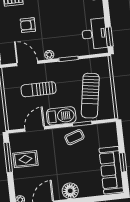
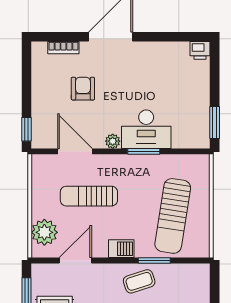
armchair: (28, 25) -> (83, 89), turned 90
desk: (94, 34) -> (146, 129), moved, turned 90
plant: (14, 114) -> (44, 232), added
barbecue: (61, 116) -> (121, 249), width x0.53, depth x0.65

